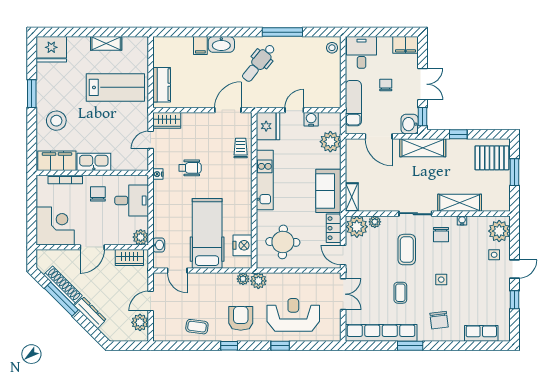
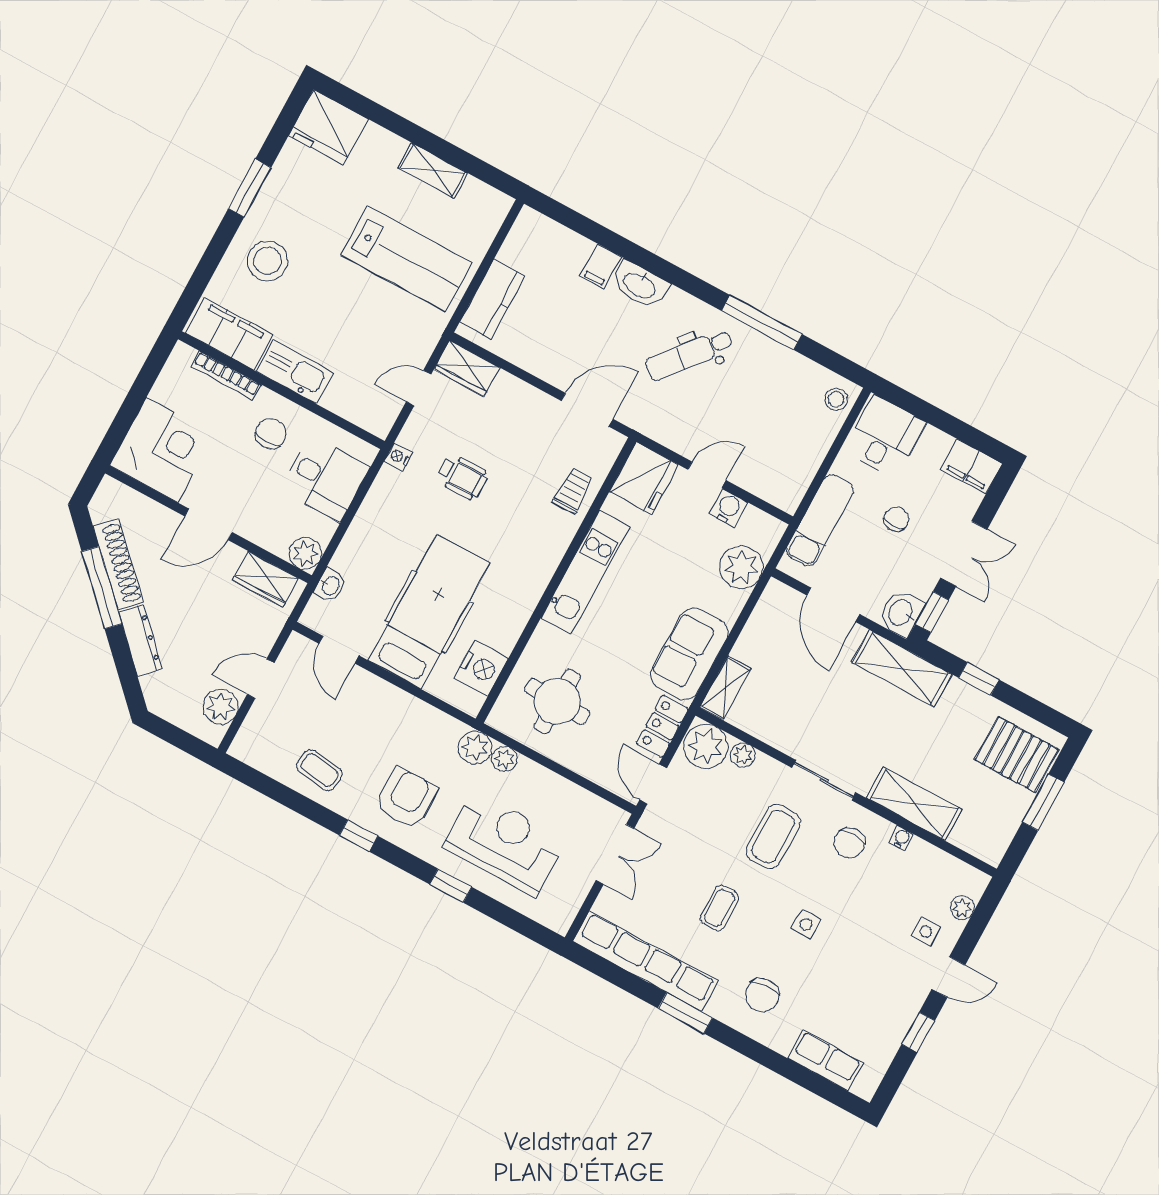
plant: (499, 231) -> (962, 908), width x0.53, depth x0.53
plant: (243, 279) -> (505, 759), moved

